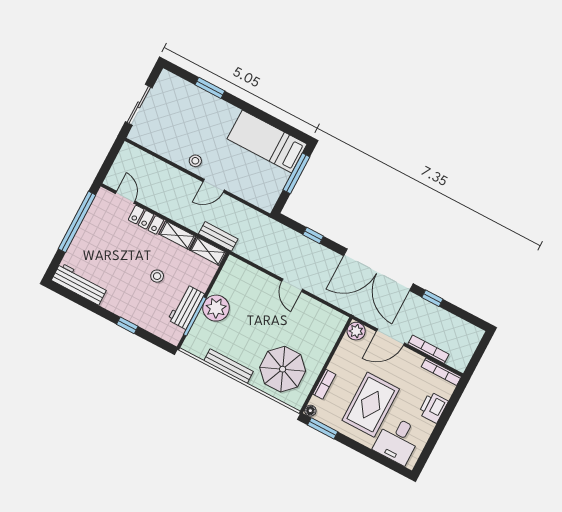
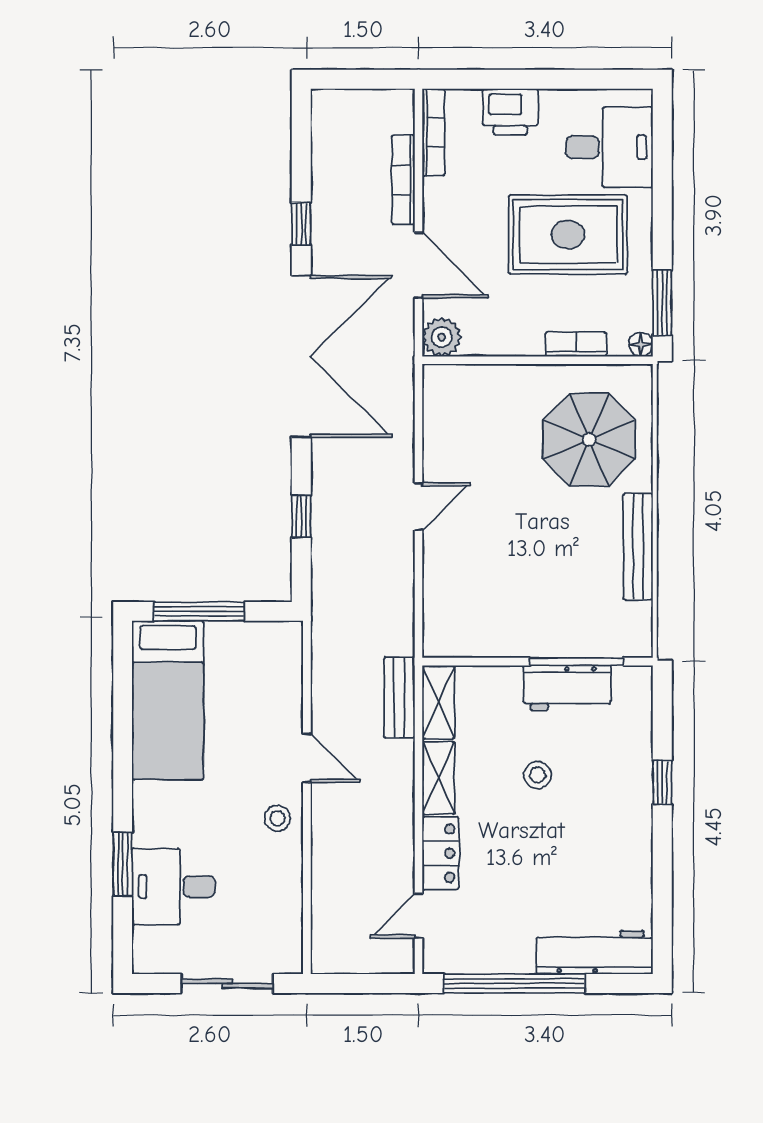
desk: (190, 104) -> (173, 887), added
workbench: (80, 284) -> (595, 952), moved, turned 90
plant: (216, 308) -> (539, 629), removed

